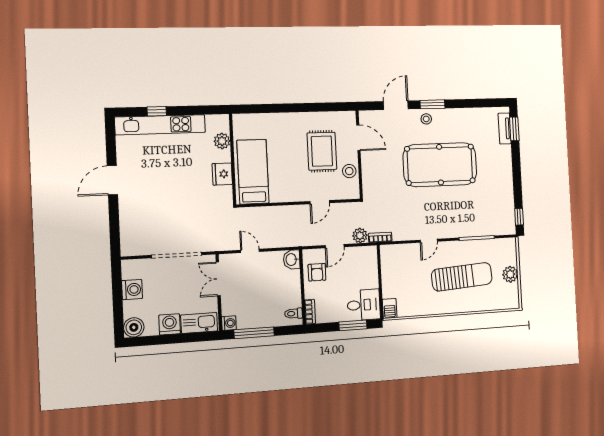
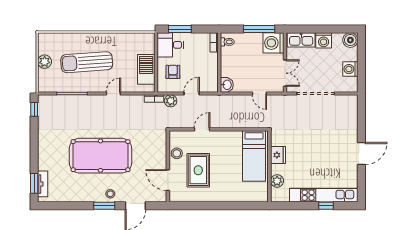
armchair: (317, 272) -> (173, 72), moved
barbecue: (390, 308) -> (146, 69), moved, width x1.88, depth x1.53
washing machine: (229, 323) -> (273, 43), width x1.89, depth x1.89

